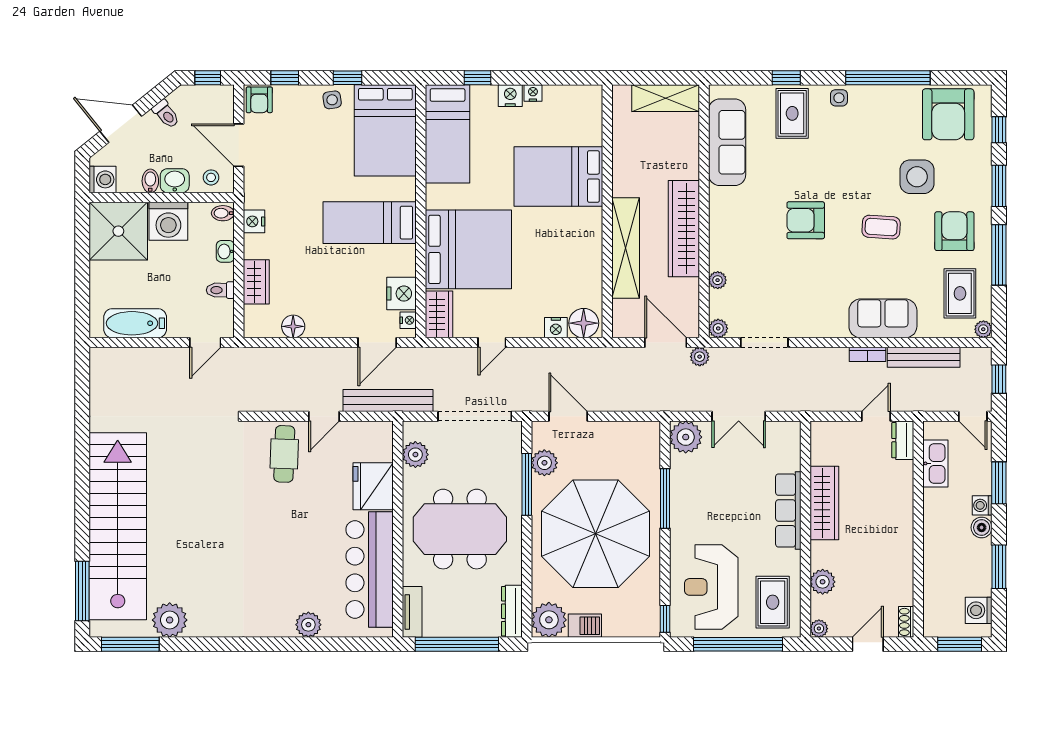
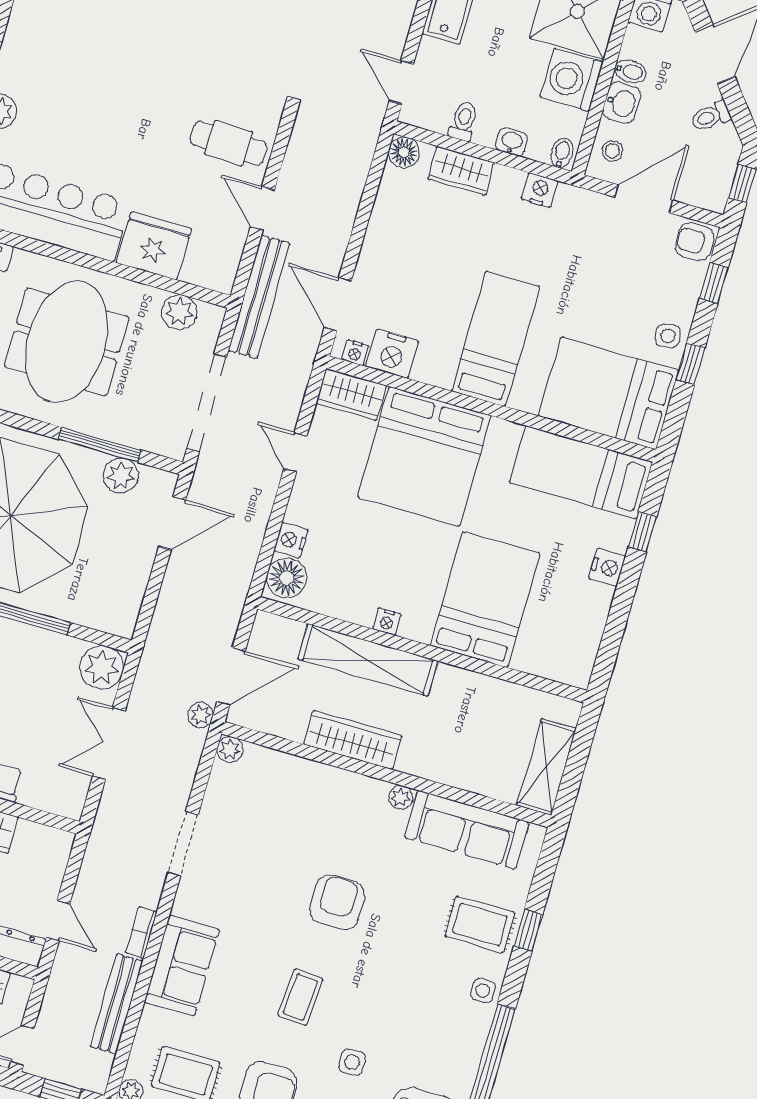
nightstand: (533, 93) -> (387, 622), moved, turned 90
side table: (917, 177) -> (352, 1062), width x0.54, depth x0.54
wardrobe: (684, 229) -> (353, 740), width x0.71, depth x0.85
plant: (718, 280) -> (401, 797), moved
floor lamp: (293, 326) -> (404, 152), moved
doorway: (764, 343) -> (183, 844), moved

